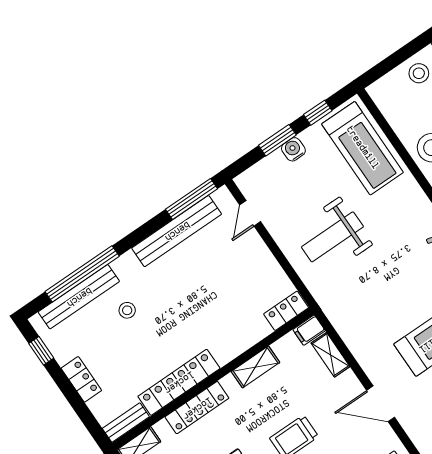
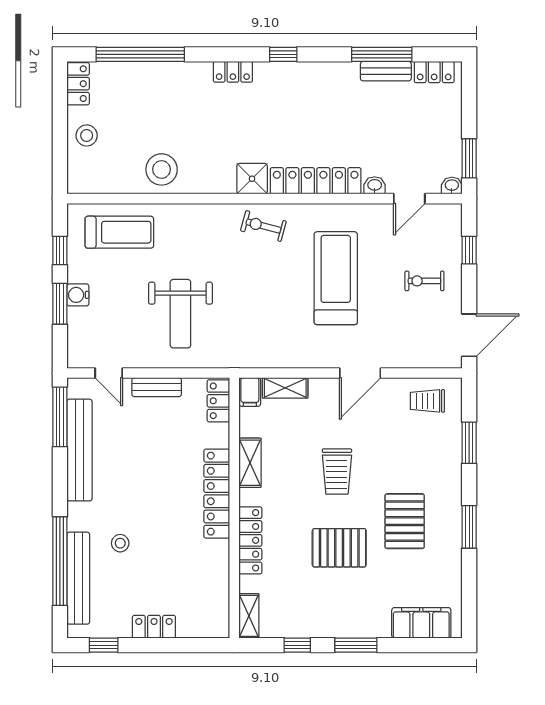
treadmill: (362, 148) -> (119, 232), width x0.73, depth x0.73
locker: (179, 382) -> (217, 494), moved
bench: (126, 422) -> (157, 387), moved, turned 90

